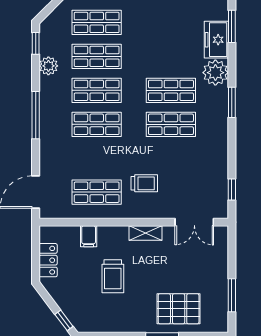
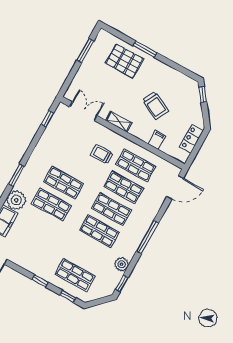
shop shelf: (97, 56) -> (124, 187), moved
trolley: (113, 276) -> (155, 105), turned 117

